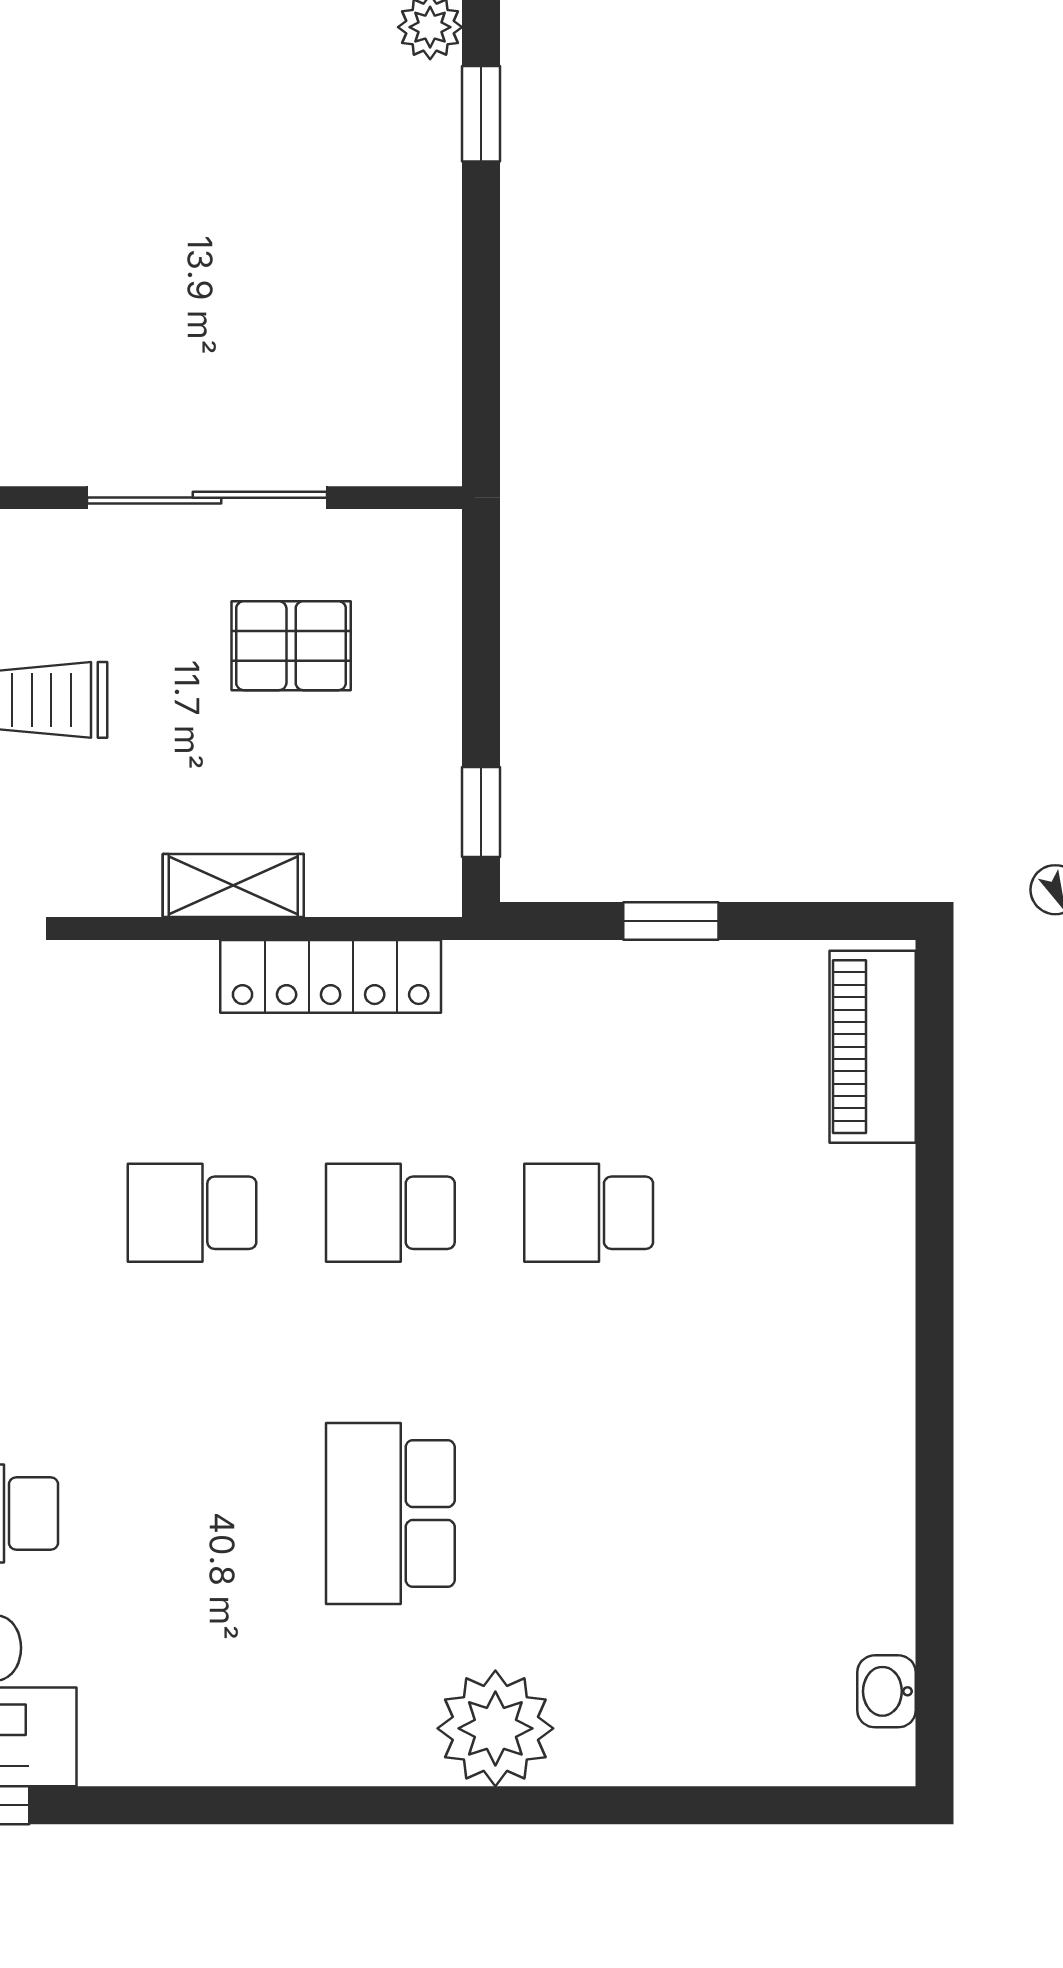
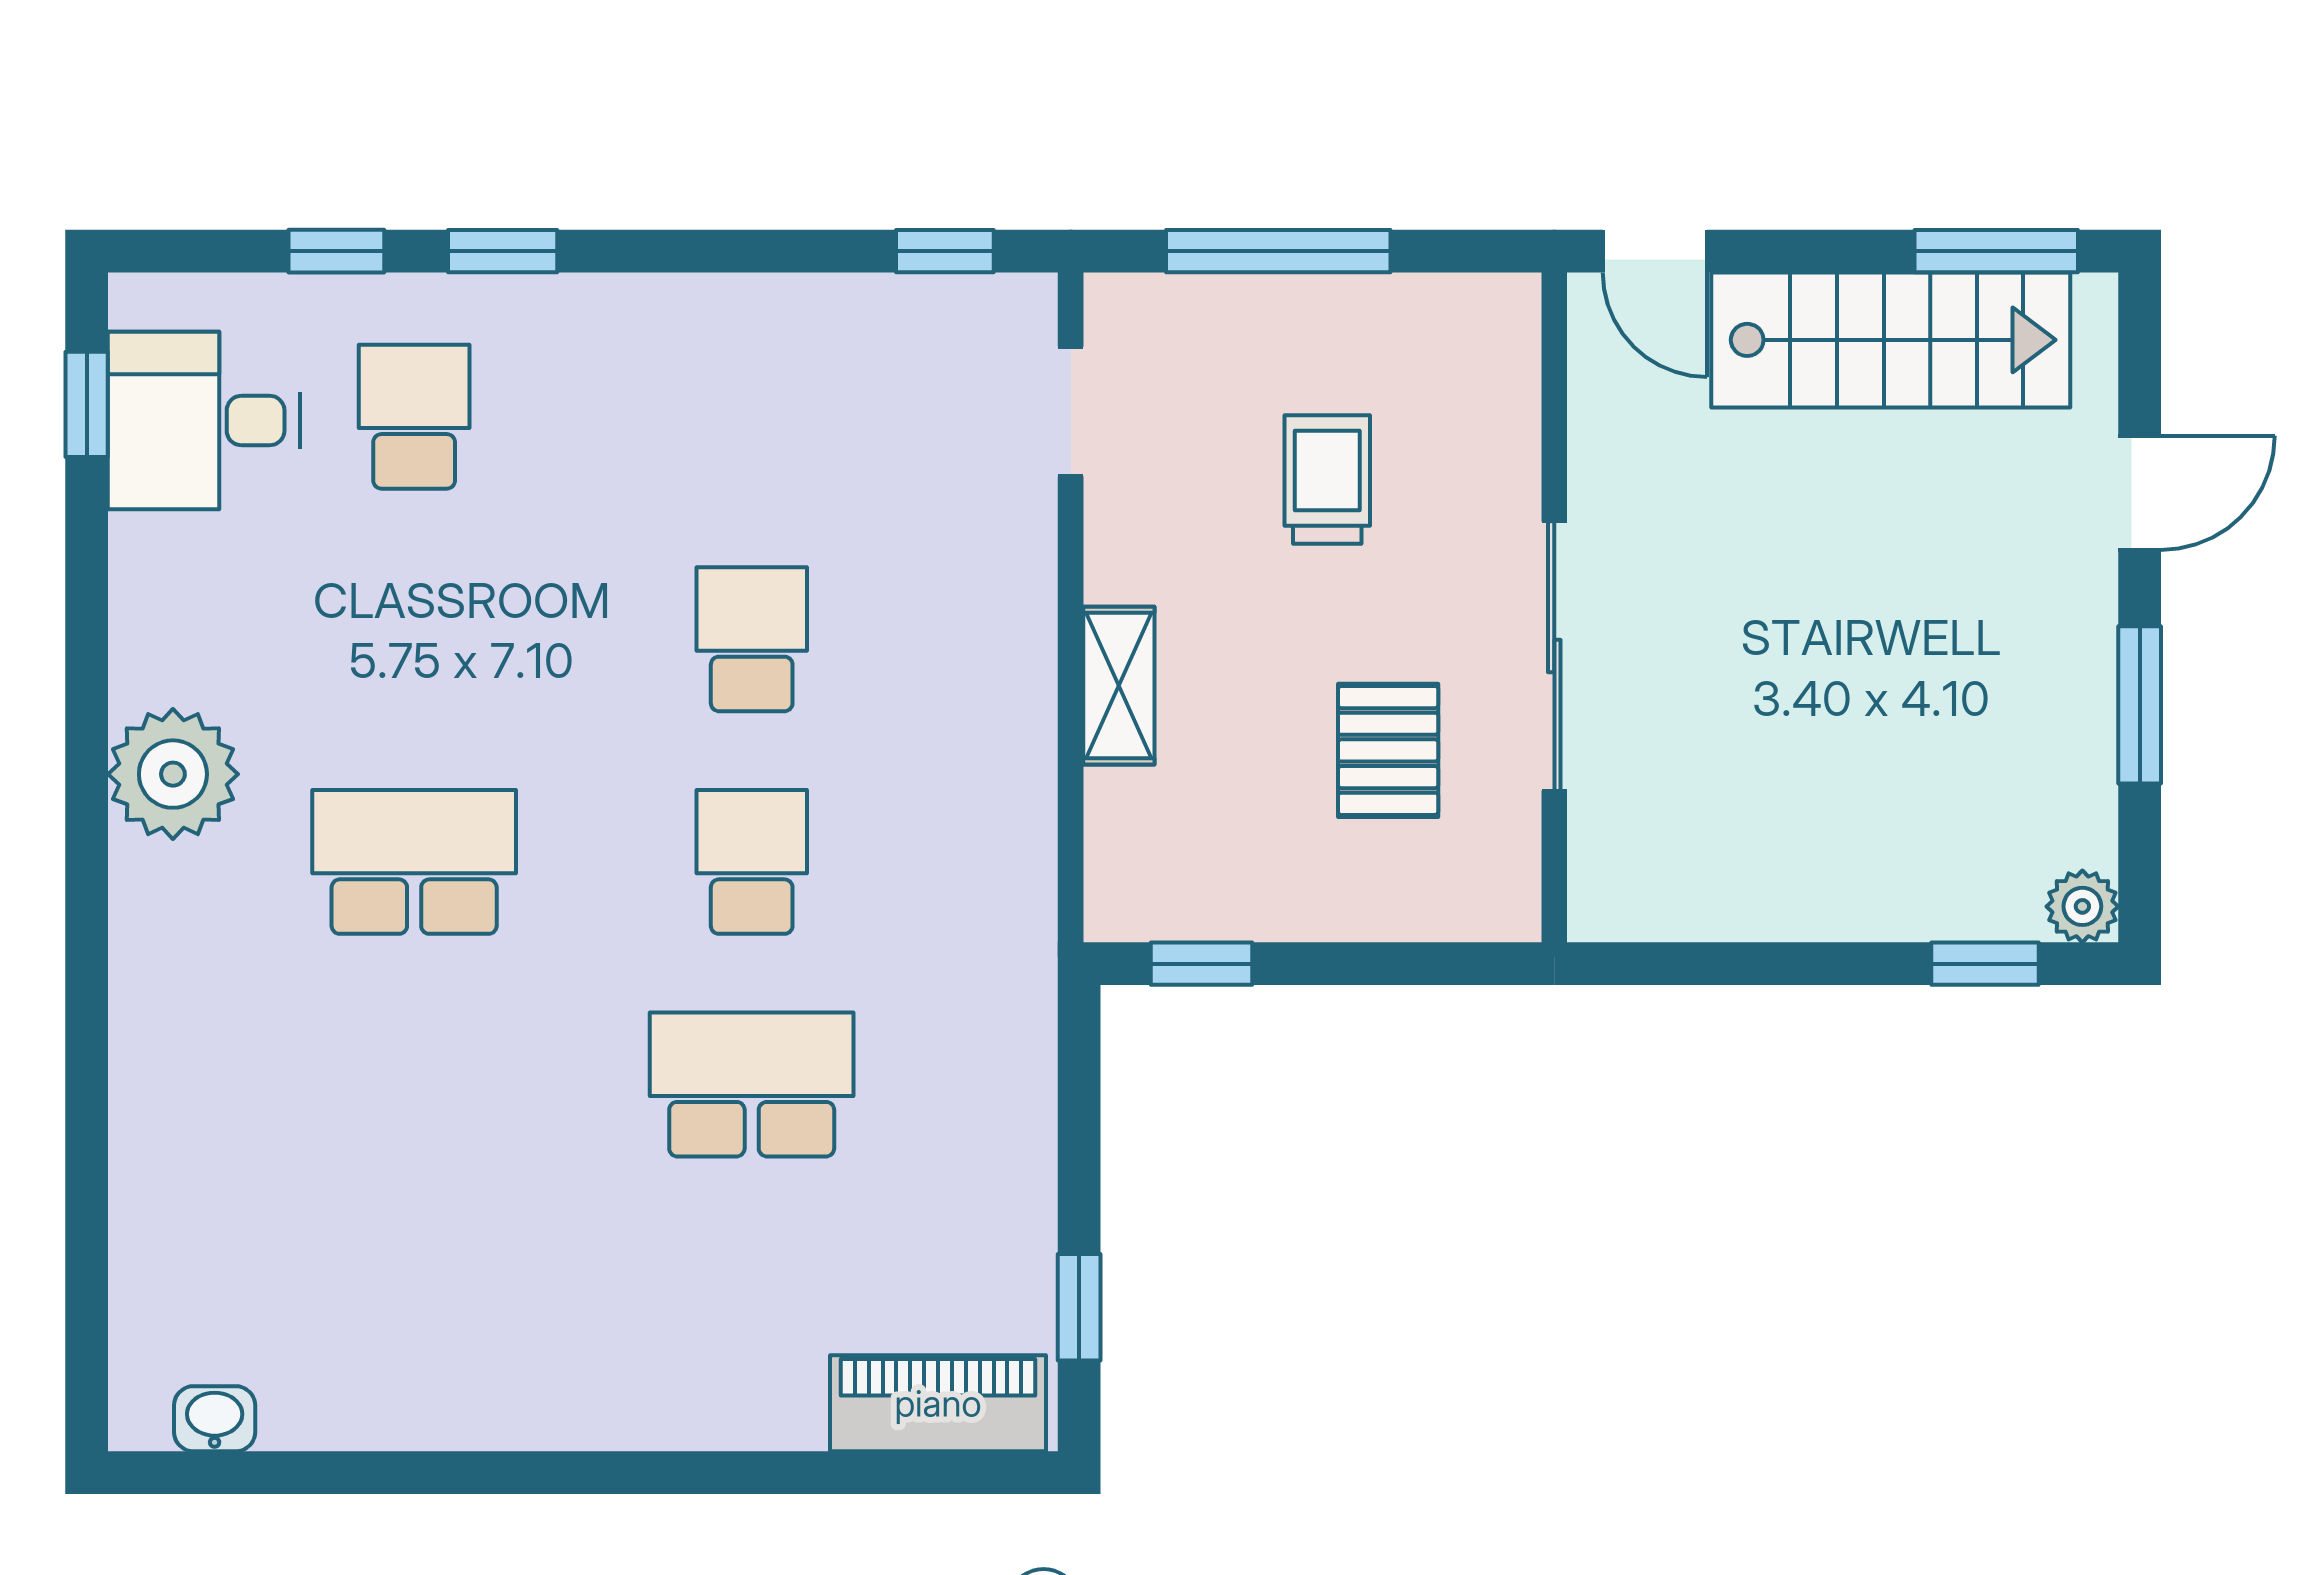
window: (671, 921) -> (1079, 1307), moved
locker: (331, 976) -> (1017, 795), removed
school desk: (589, 1213) -> (752, 1085), width x1.85
plant: (495, 1728) -> (173, 774), moved

